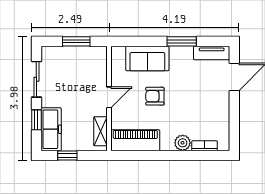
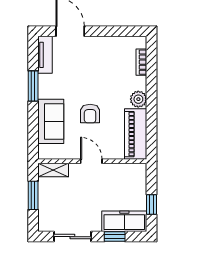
shelving: (101, 131) -> (53, 170), moved
plant: (183, 143) -> (138, 99), moved

